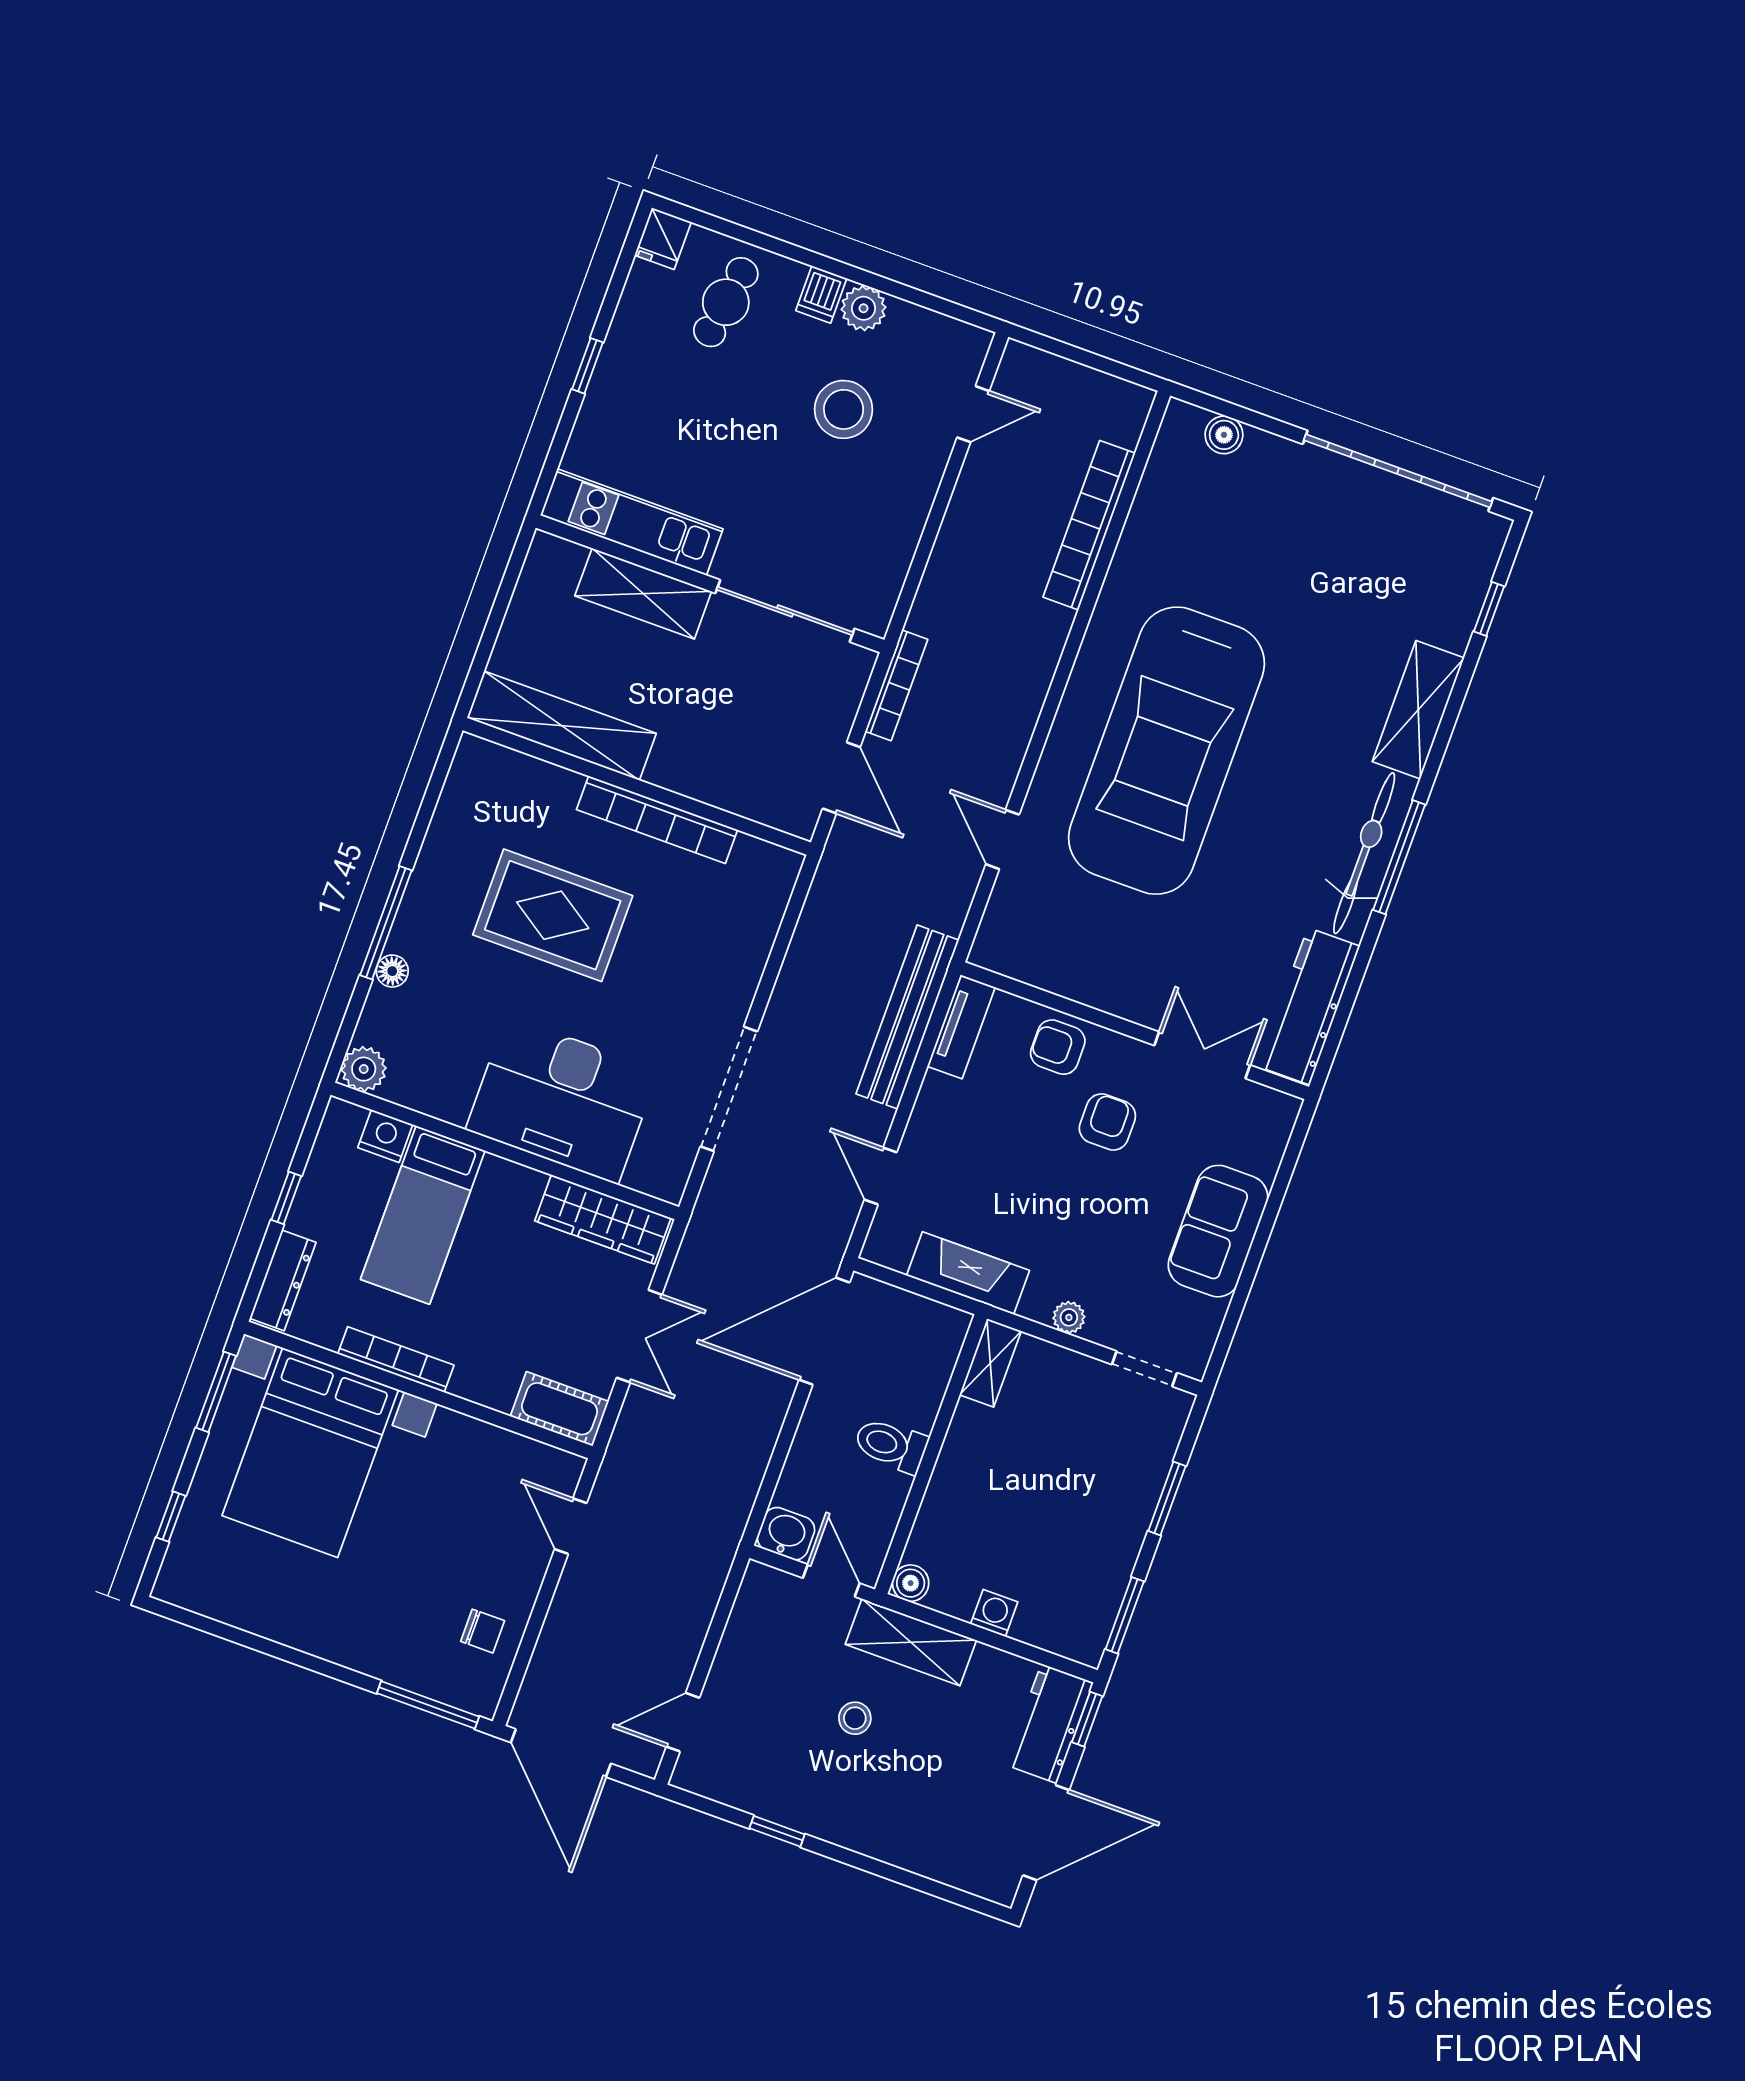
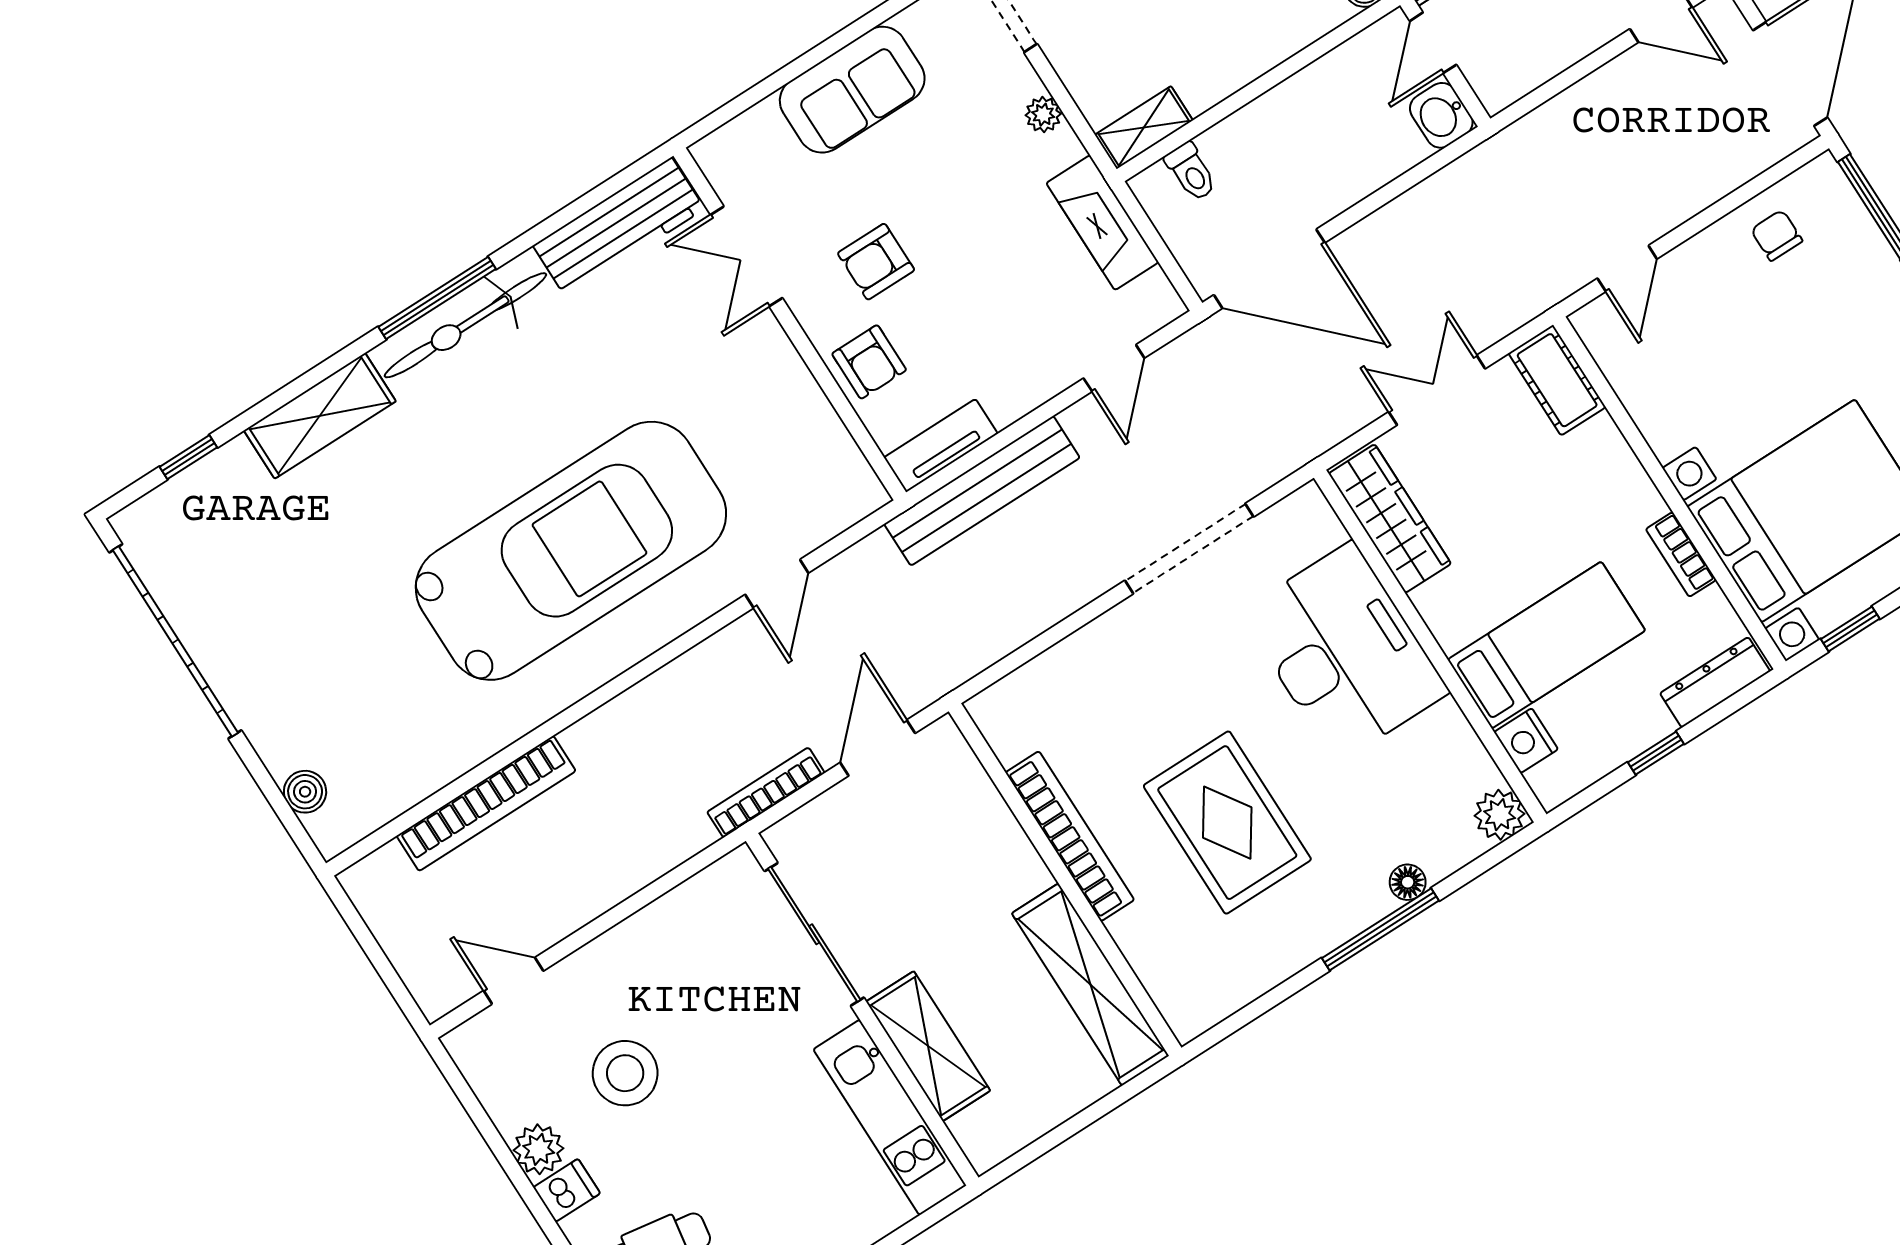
bookcase: (396, 1359) -> (1681, 554), width x0.64
window: (216, 1392) -> (1850, 629), width x0.67
toilet: (891, 1445) -> (1191, 172), moved, width x0.73, depth x0.72

